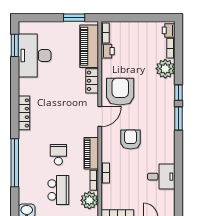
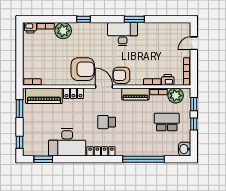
window: (35, 18) -> (19, 142), added
printer: (108, 51) -> (168, 80), moved
desk: (35, 55) -> (67, 142), moved
armchair: (120, 92) -> (83, 69), turned 180
window: (179, 118) -> (134, 19), moved
armchair: (131, 139) -> (121, 75), moved
school desk: (58, 155) -> (107, 122), moved
desk: (161, 177) -> (123, 34), moved, width x1.37

